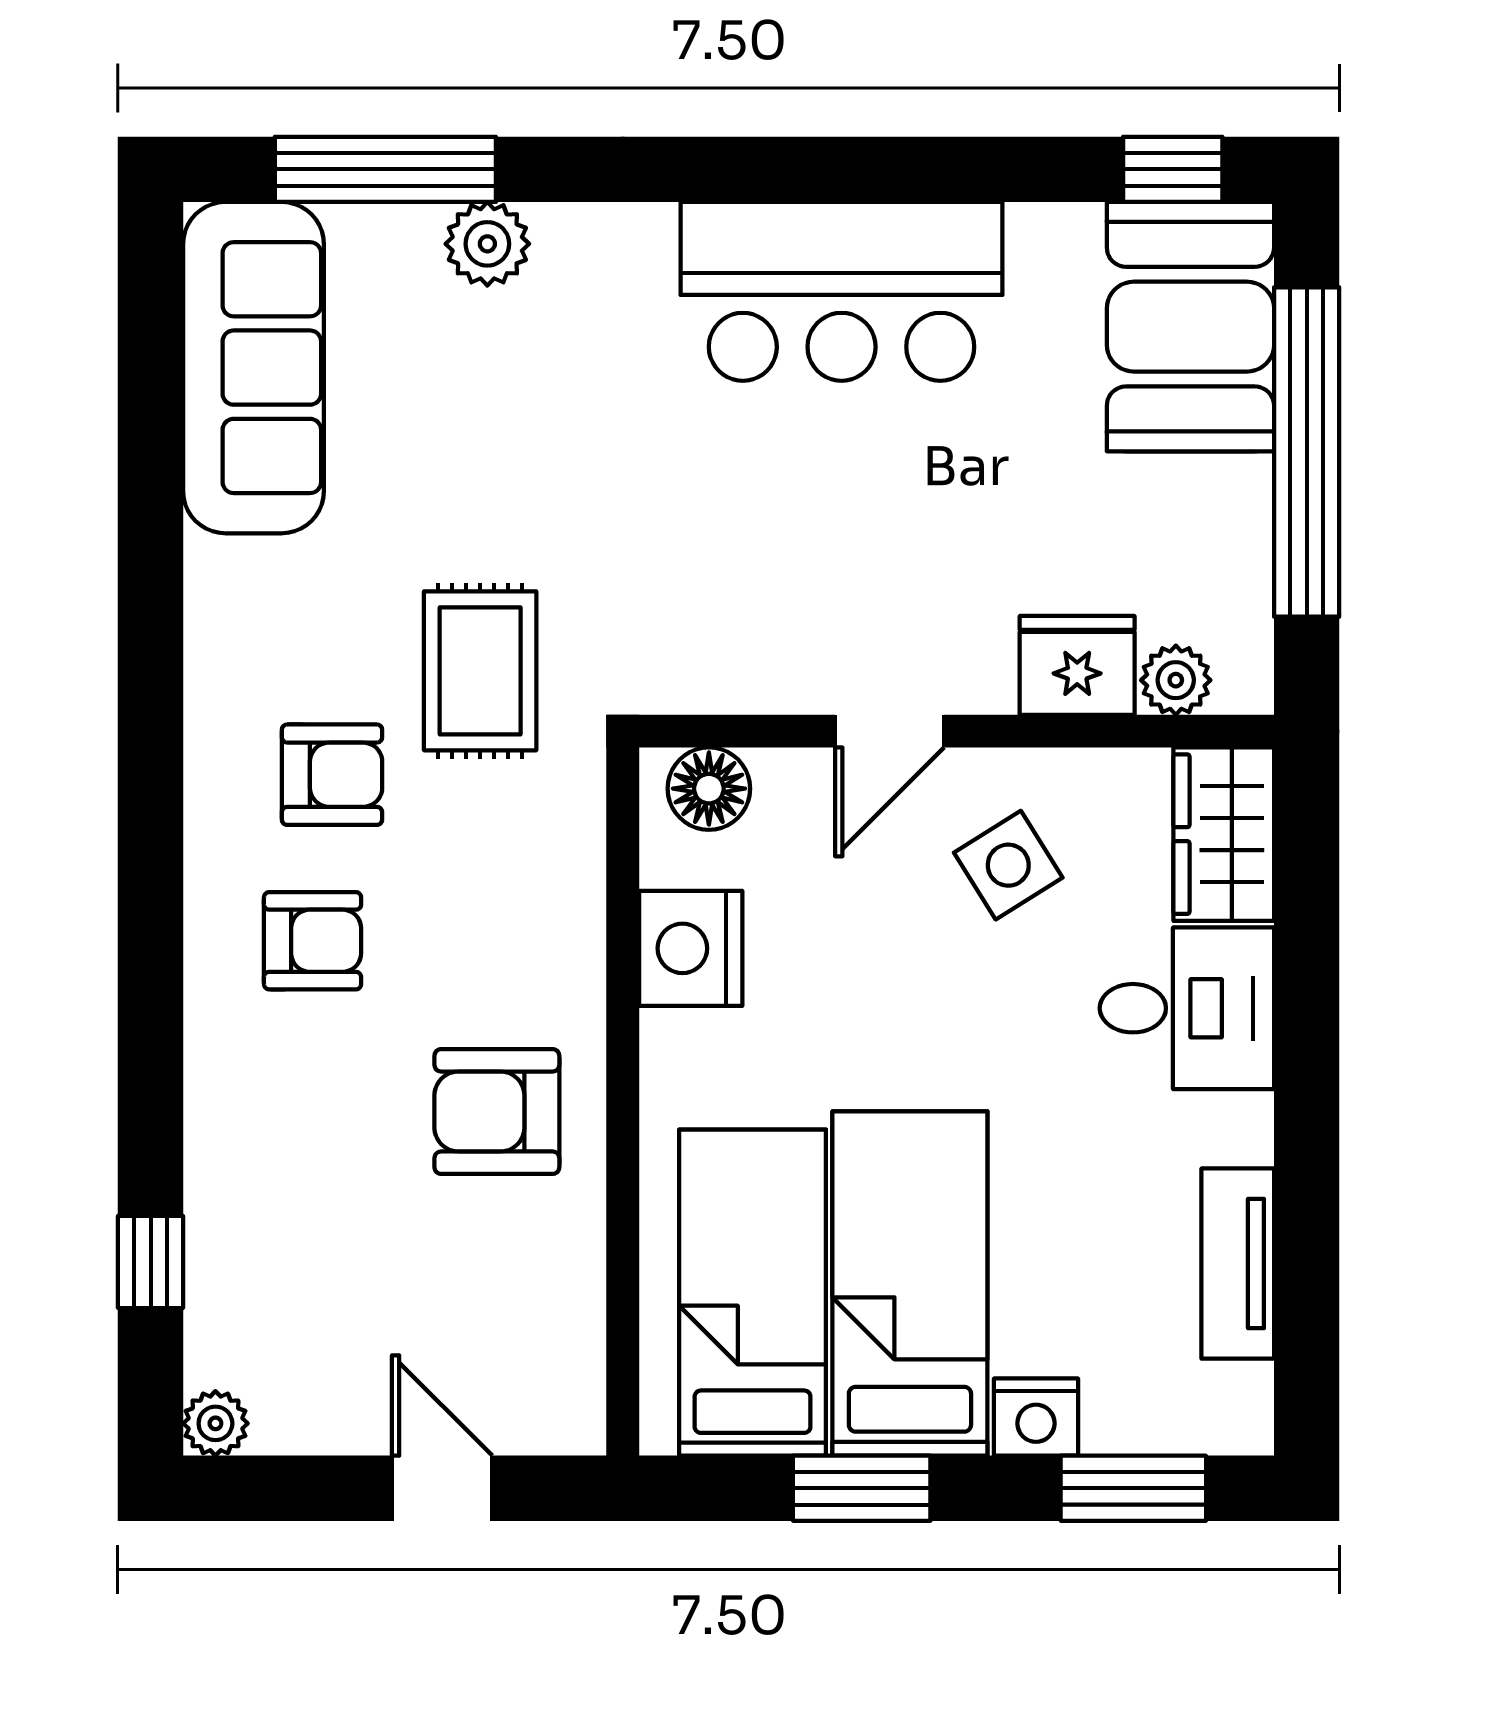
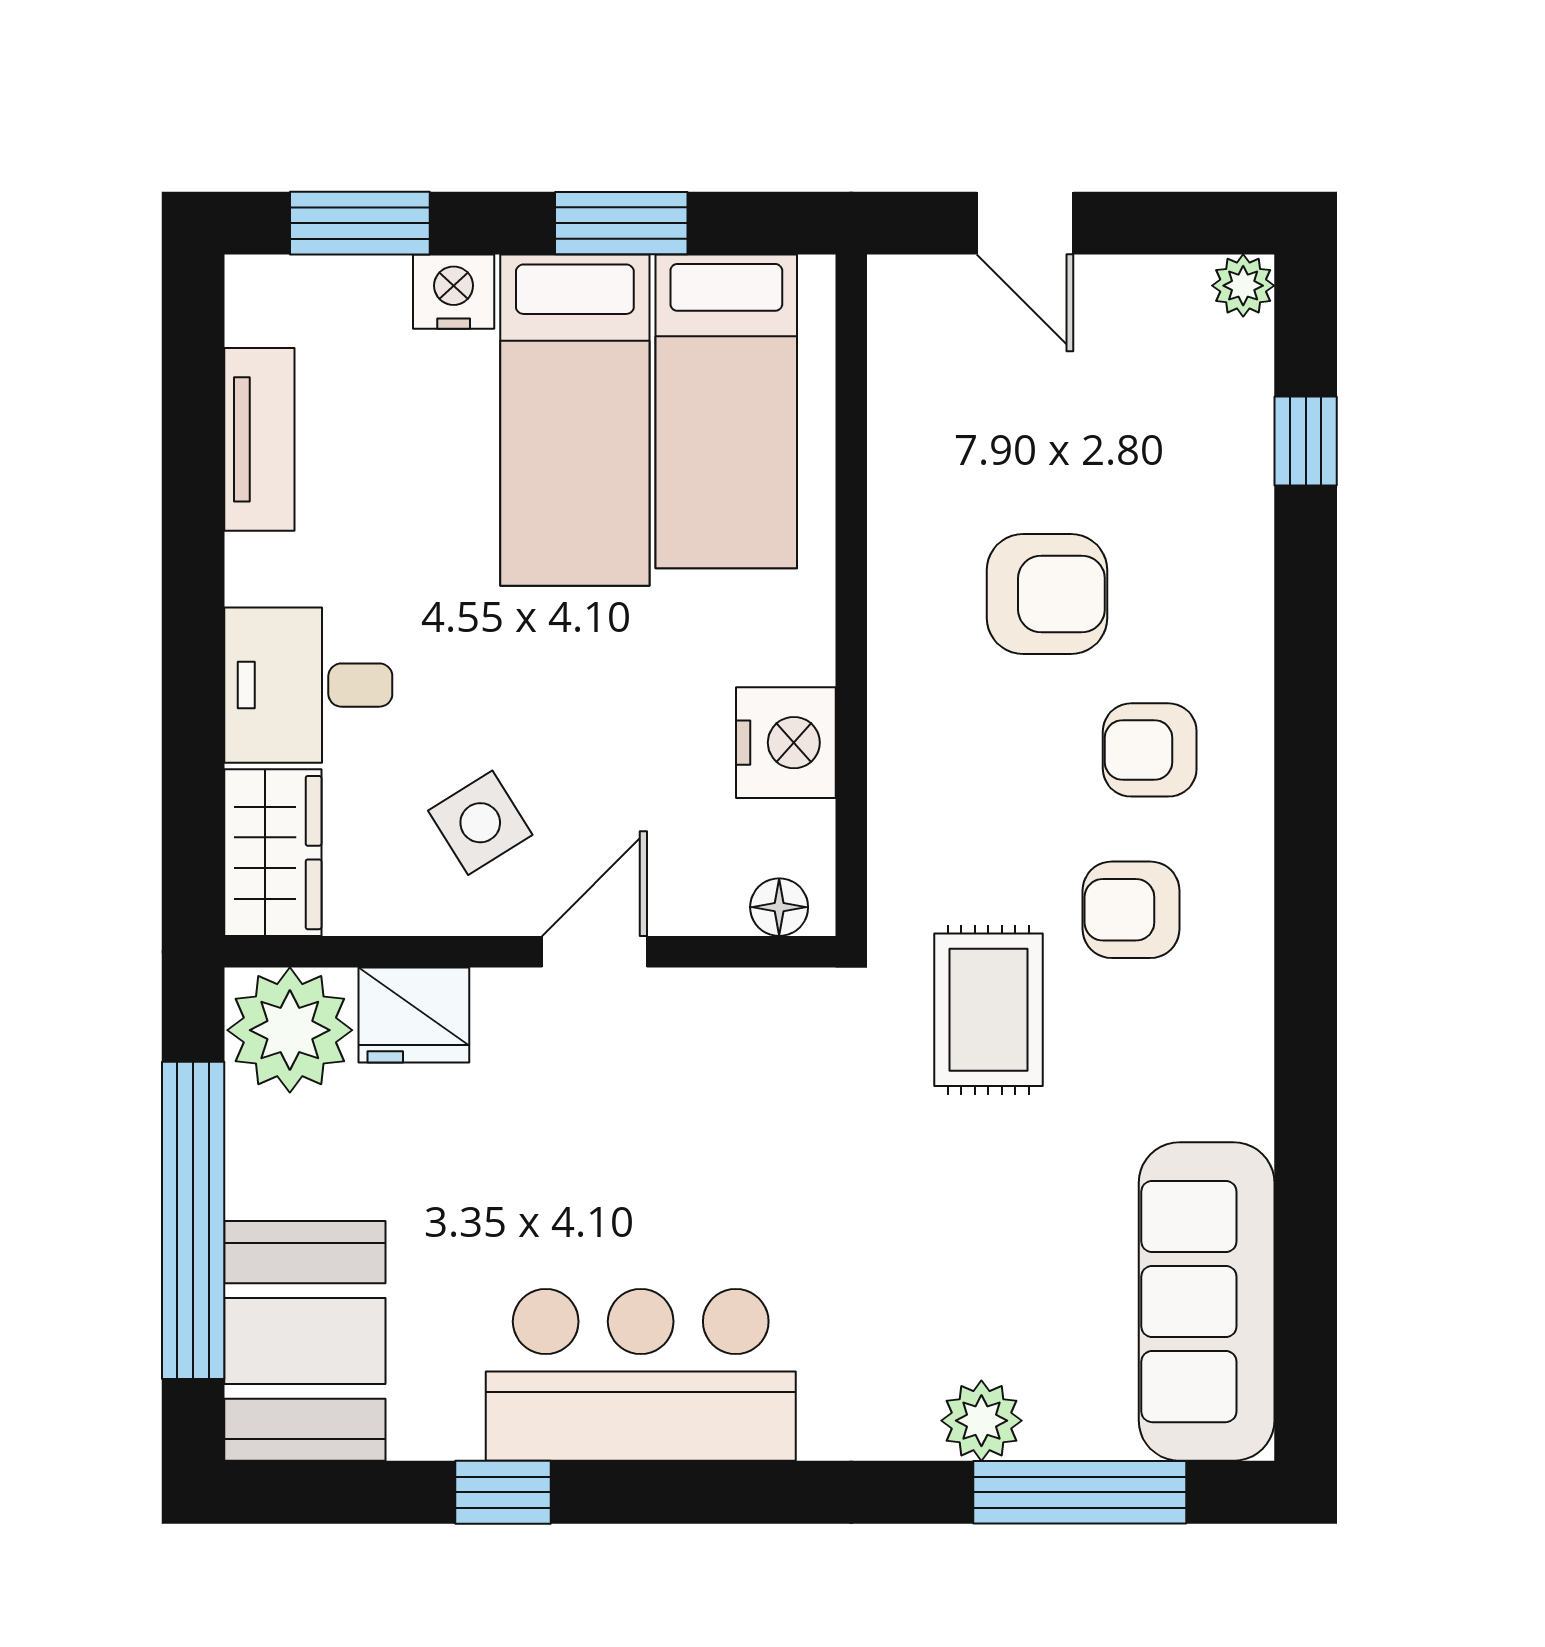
window: (1173, 169) -> (503, 1492), moved
plant: (1176, 680) -> (290, 1030), width x1.87, depth x1.87
floor lamp: (709, 789) -> (779, 907), width x0.73, depth x0.73
armchair: (497, 1112) -> (1047, 594), moved

